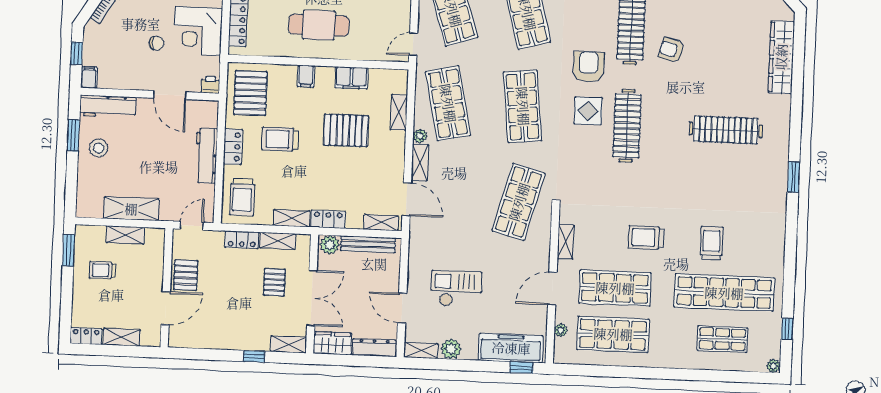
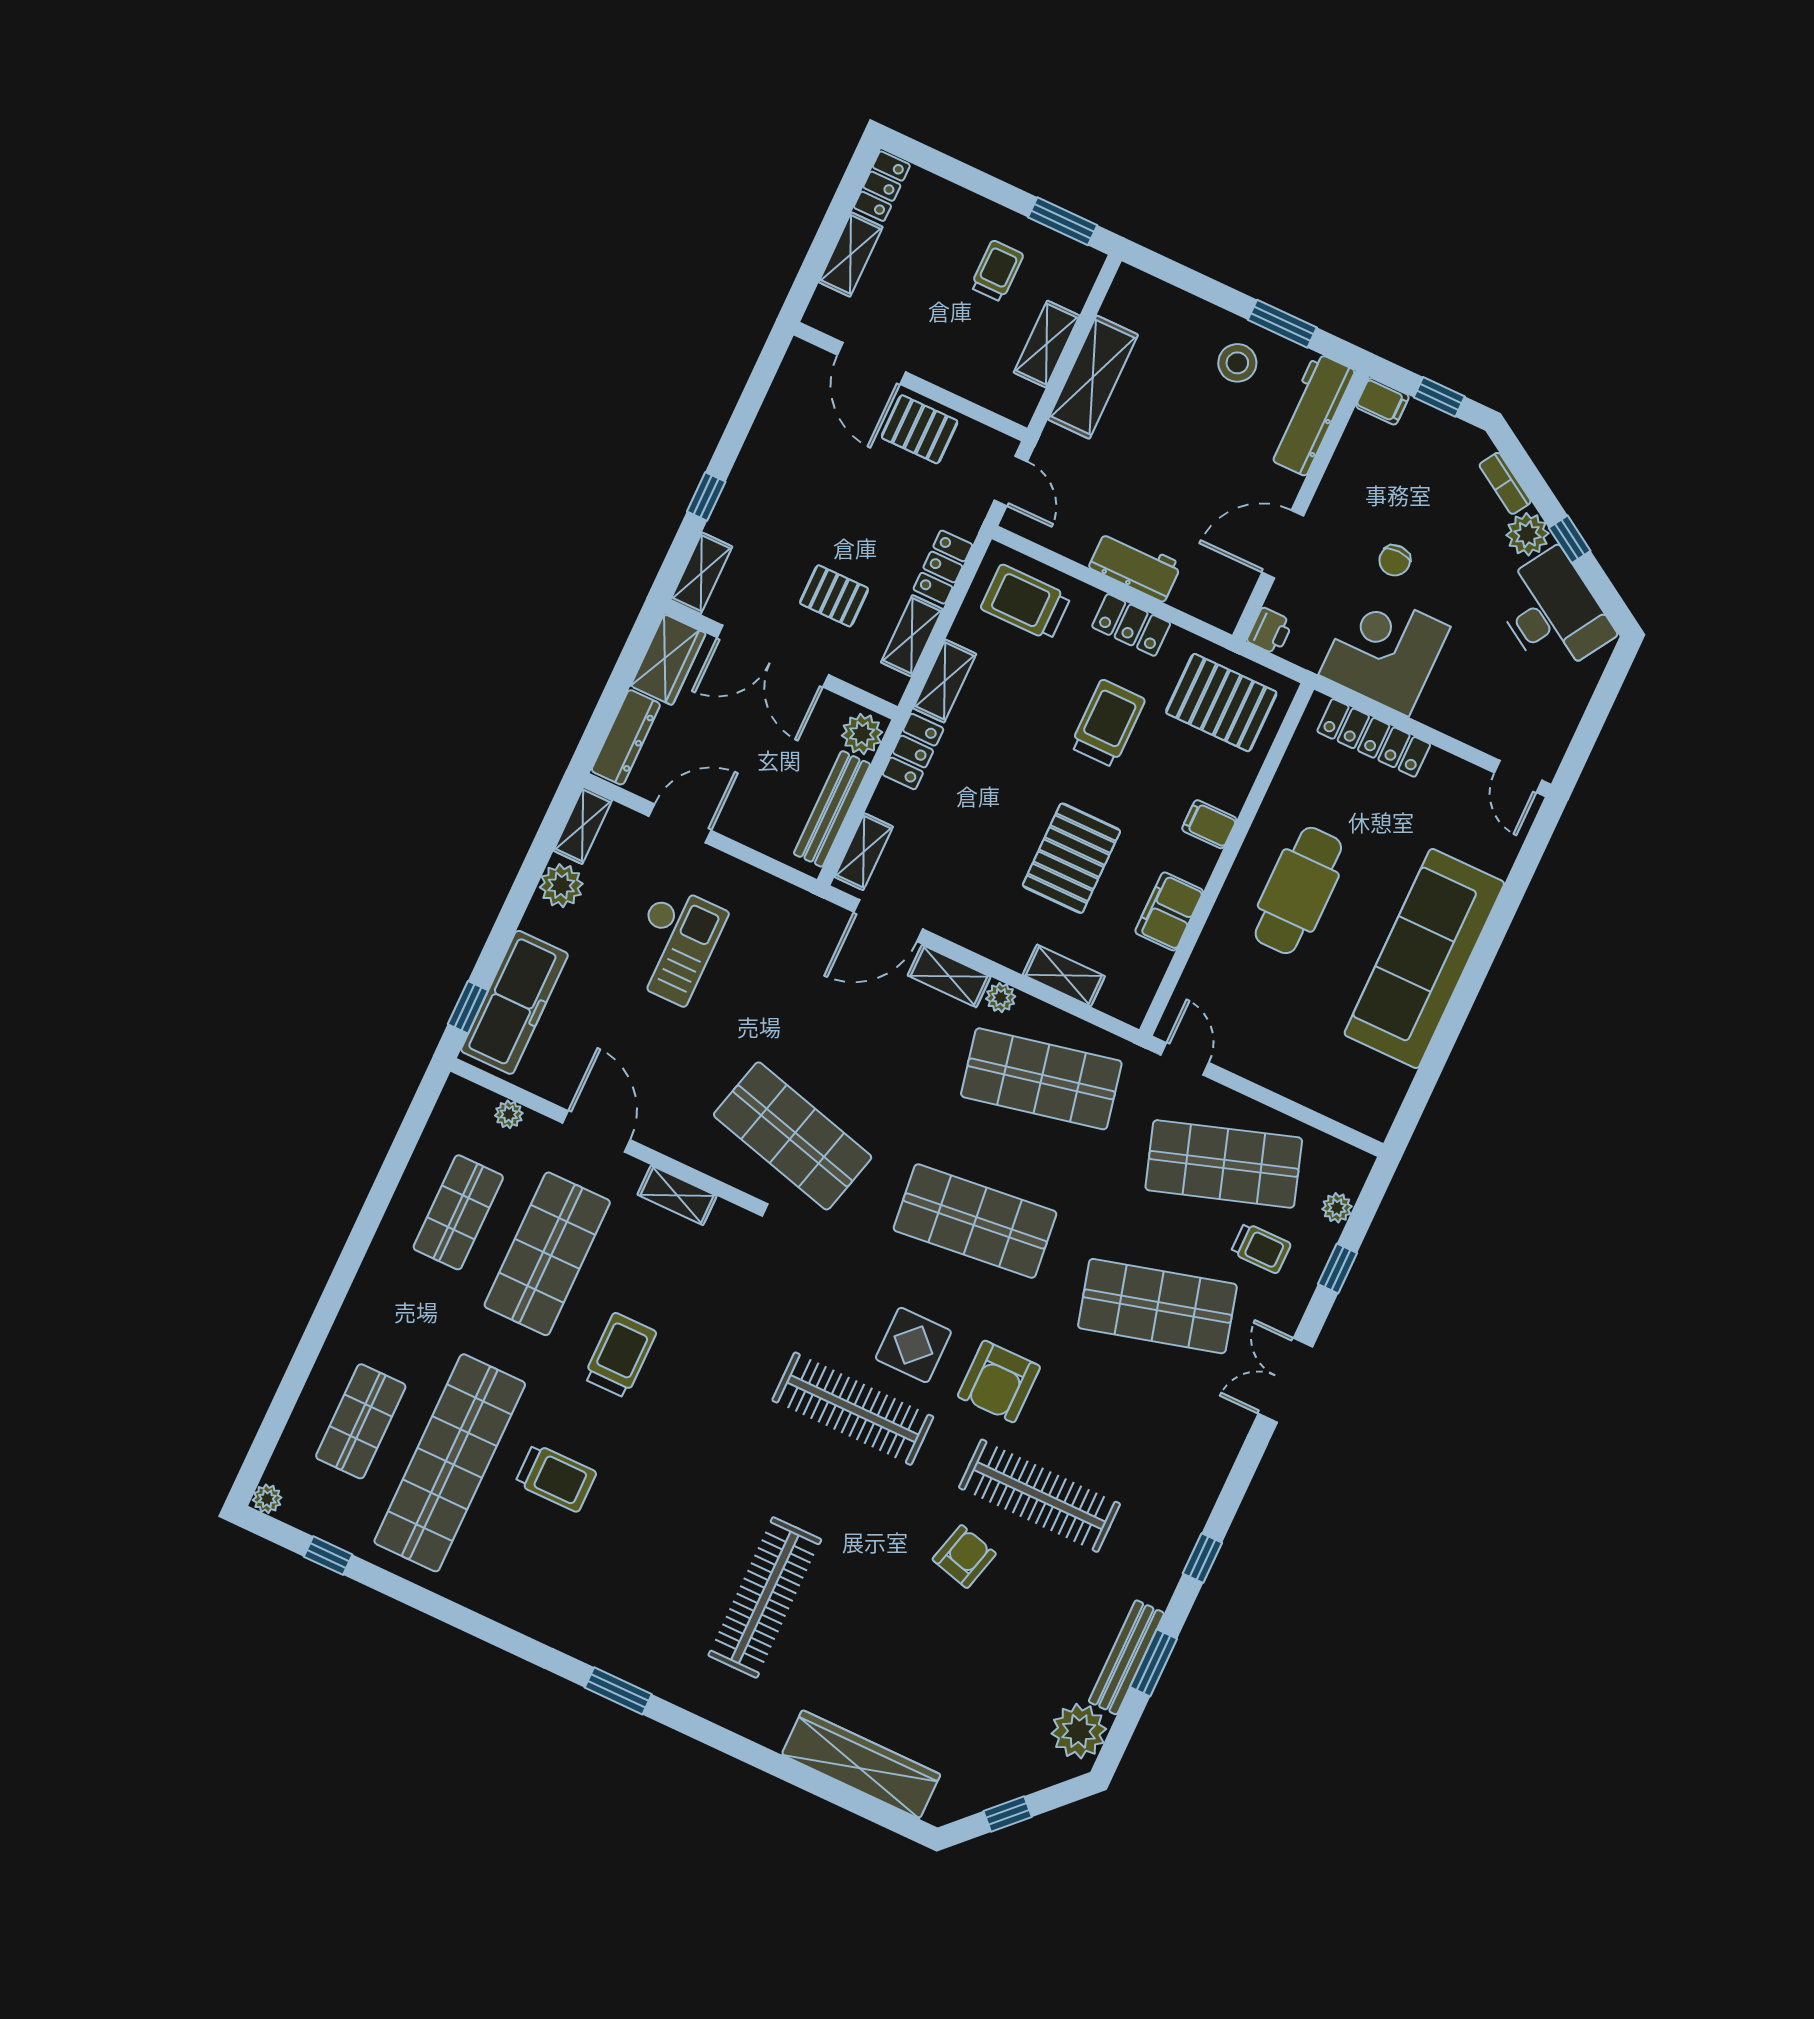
armchair: (588, 67) -> (999, 1381), turned 90
workbench: (206, 156) -> (1135, 566), width x0.73
shop shelf: (613, 334) -> (458, 1212), width x0.70, depth x0.74

